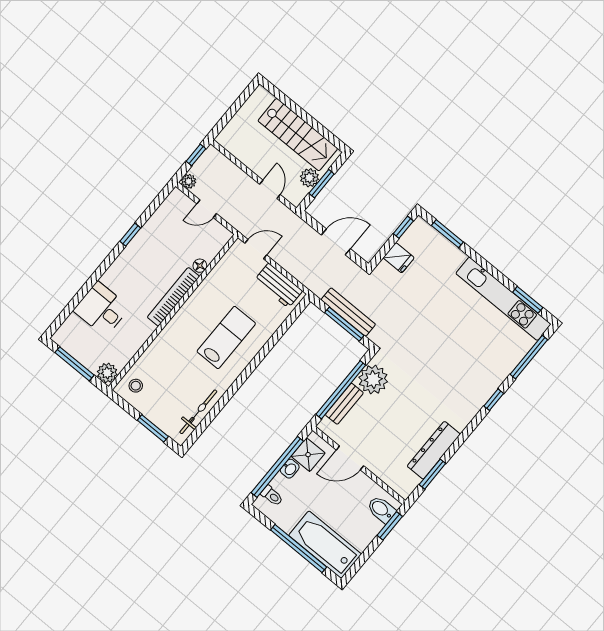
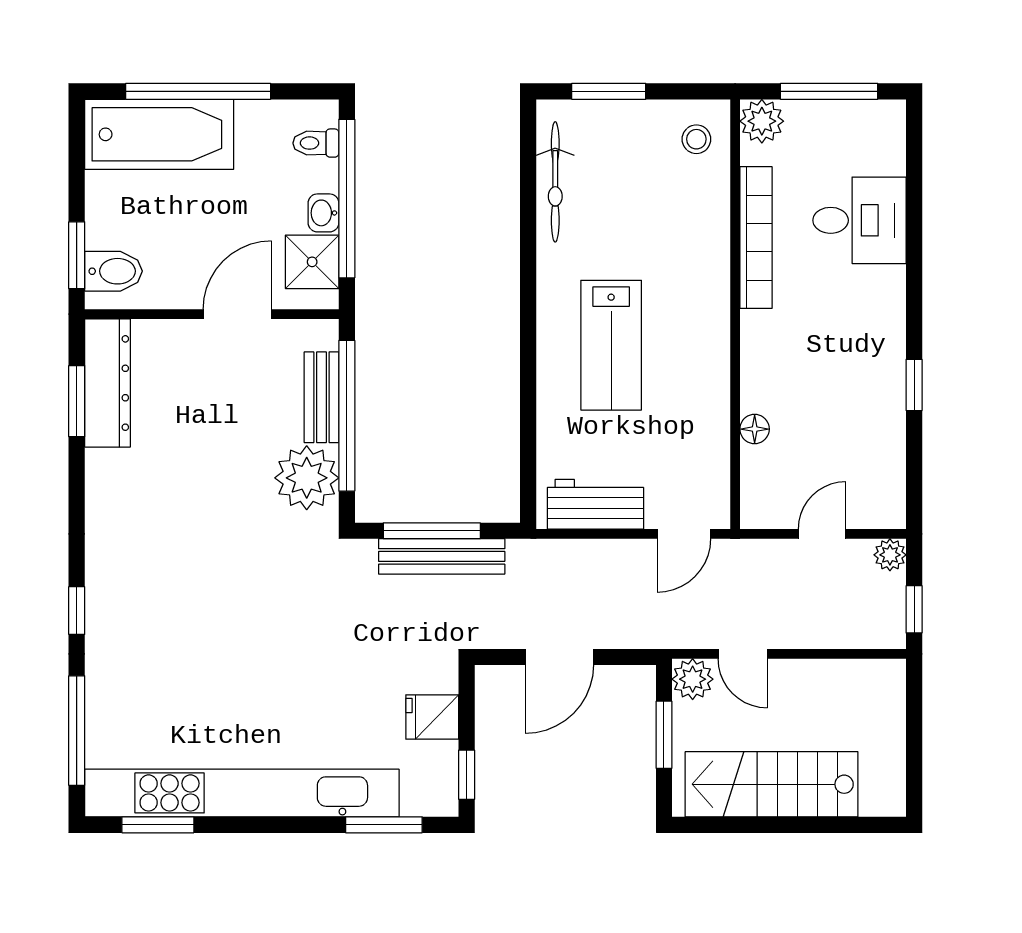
plant: (309, 178) -> (693, 679), moved
bookcase: (173, 297) -> (756, 238), moved
kitchen unit: (503, 299) -> (242, 793), width x1.36
dresser: (434, 450) -> (108, 383), moved

